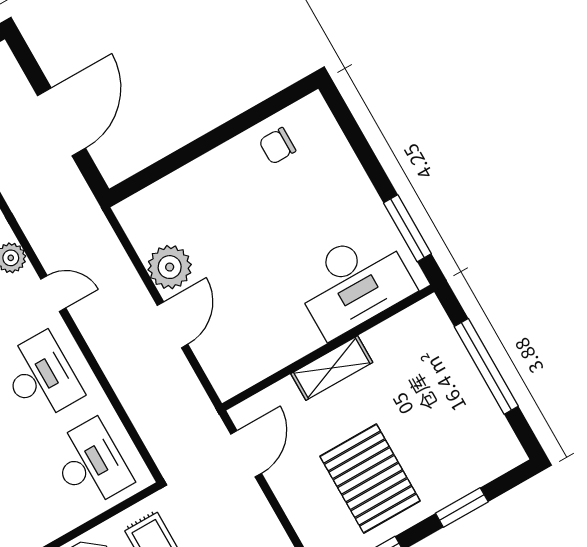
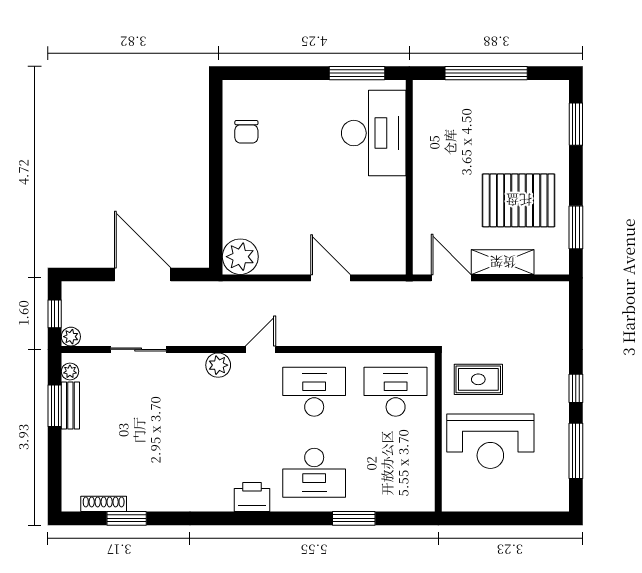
plant: (170, 267) -> (240, 257), moved
shelving: (332, 368) -> (503, 262), moved, turned 90
window: (462, 507) -> (576, 124), moved

